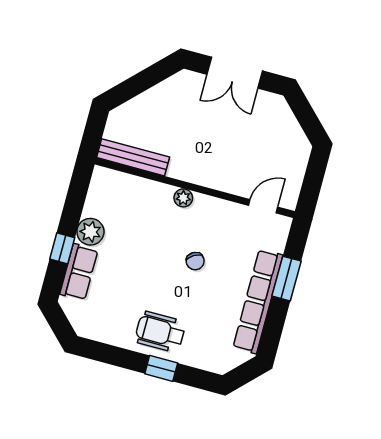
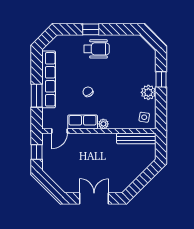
window: (313, 180) -> (37, 152), added
side table: (109, 191) -> (144, 117), added
row of seats: (79, 272) -> (83, 122), moved, turned 90

